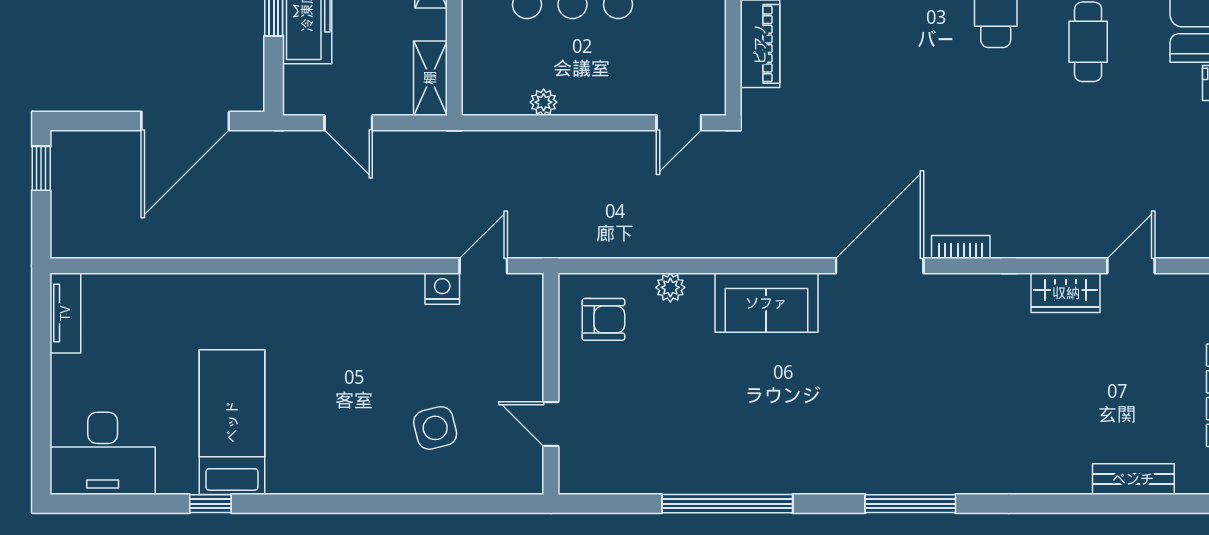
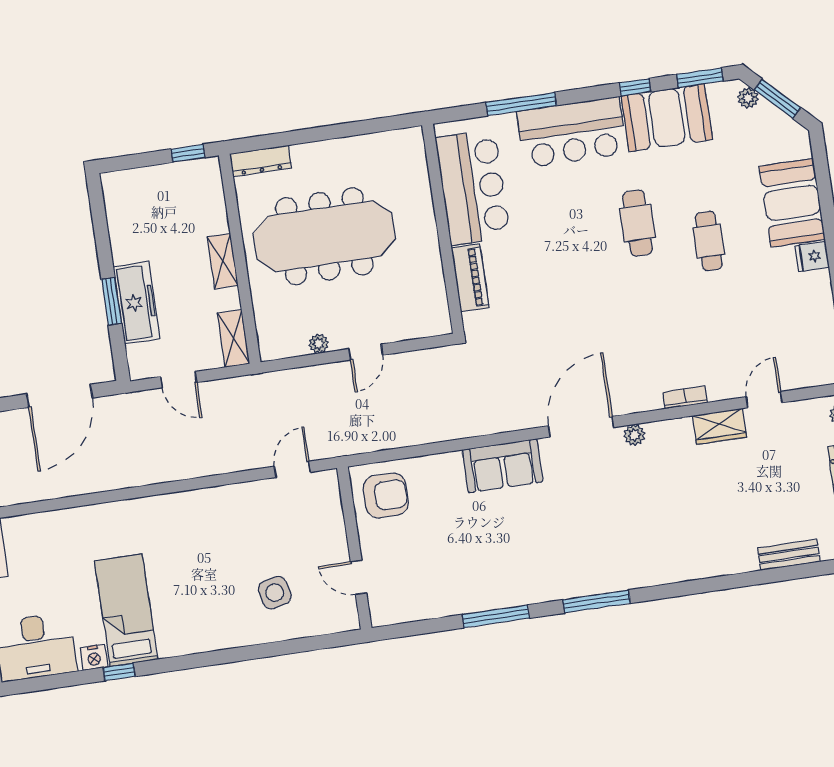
door: (679, 123) -> (366, 352), moved
bookcase: (961, 247) -> (685, 397), moved
plant: (670, 287) -> (634, 435), moved
nightstand: (442, 289) -> (94, 657), moved, turned 180
armchair: (603, 319) -> (386, 495), width x1.38, depth x1.38
window: (727, 504) -> (496, 616), width x0.68
window: (910, 504) -> (597, 601), moved

